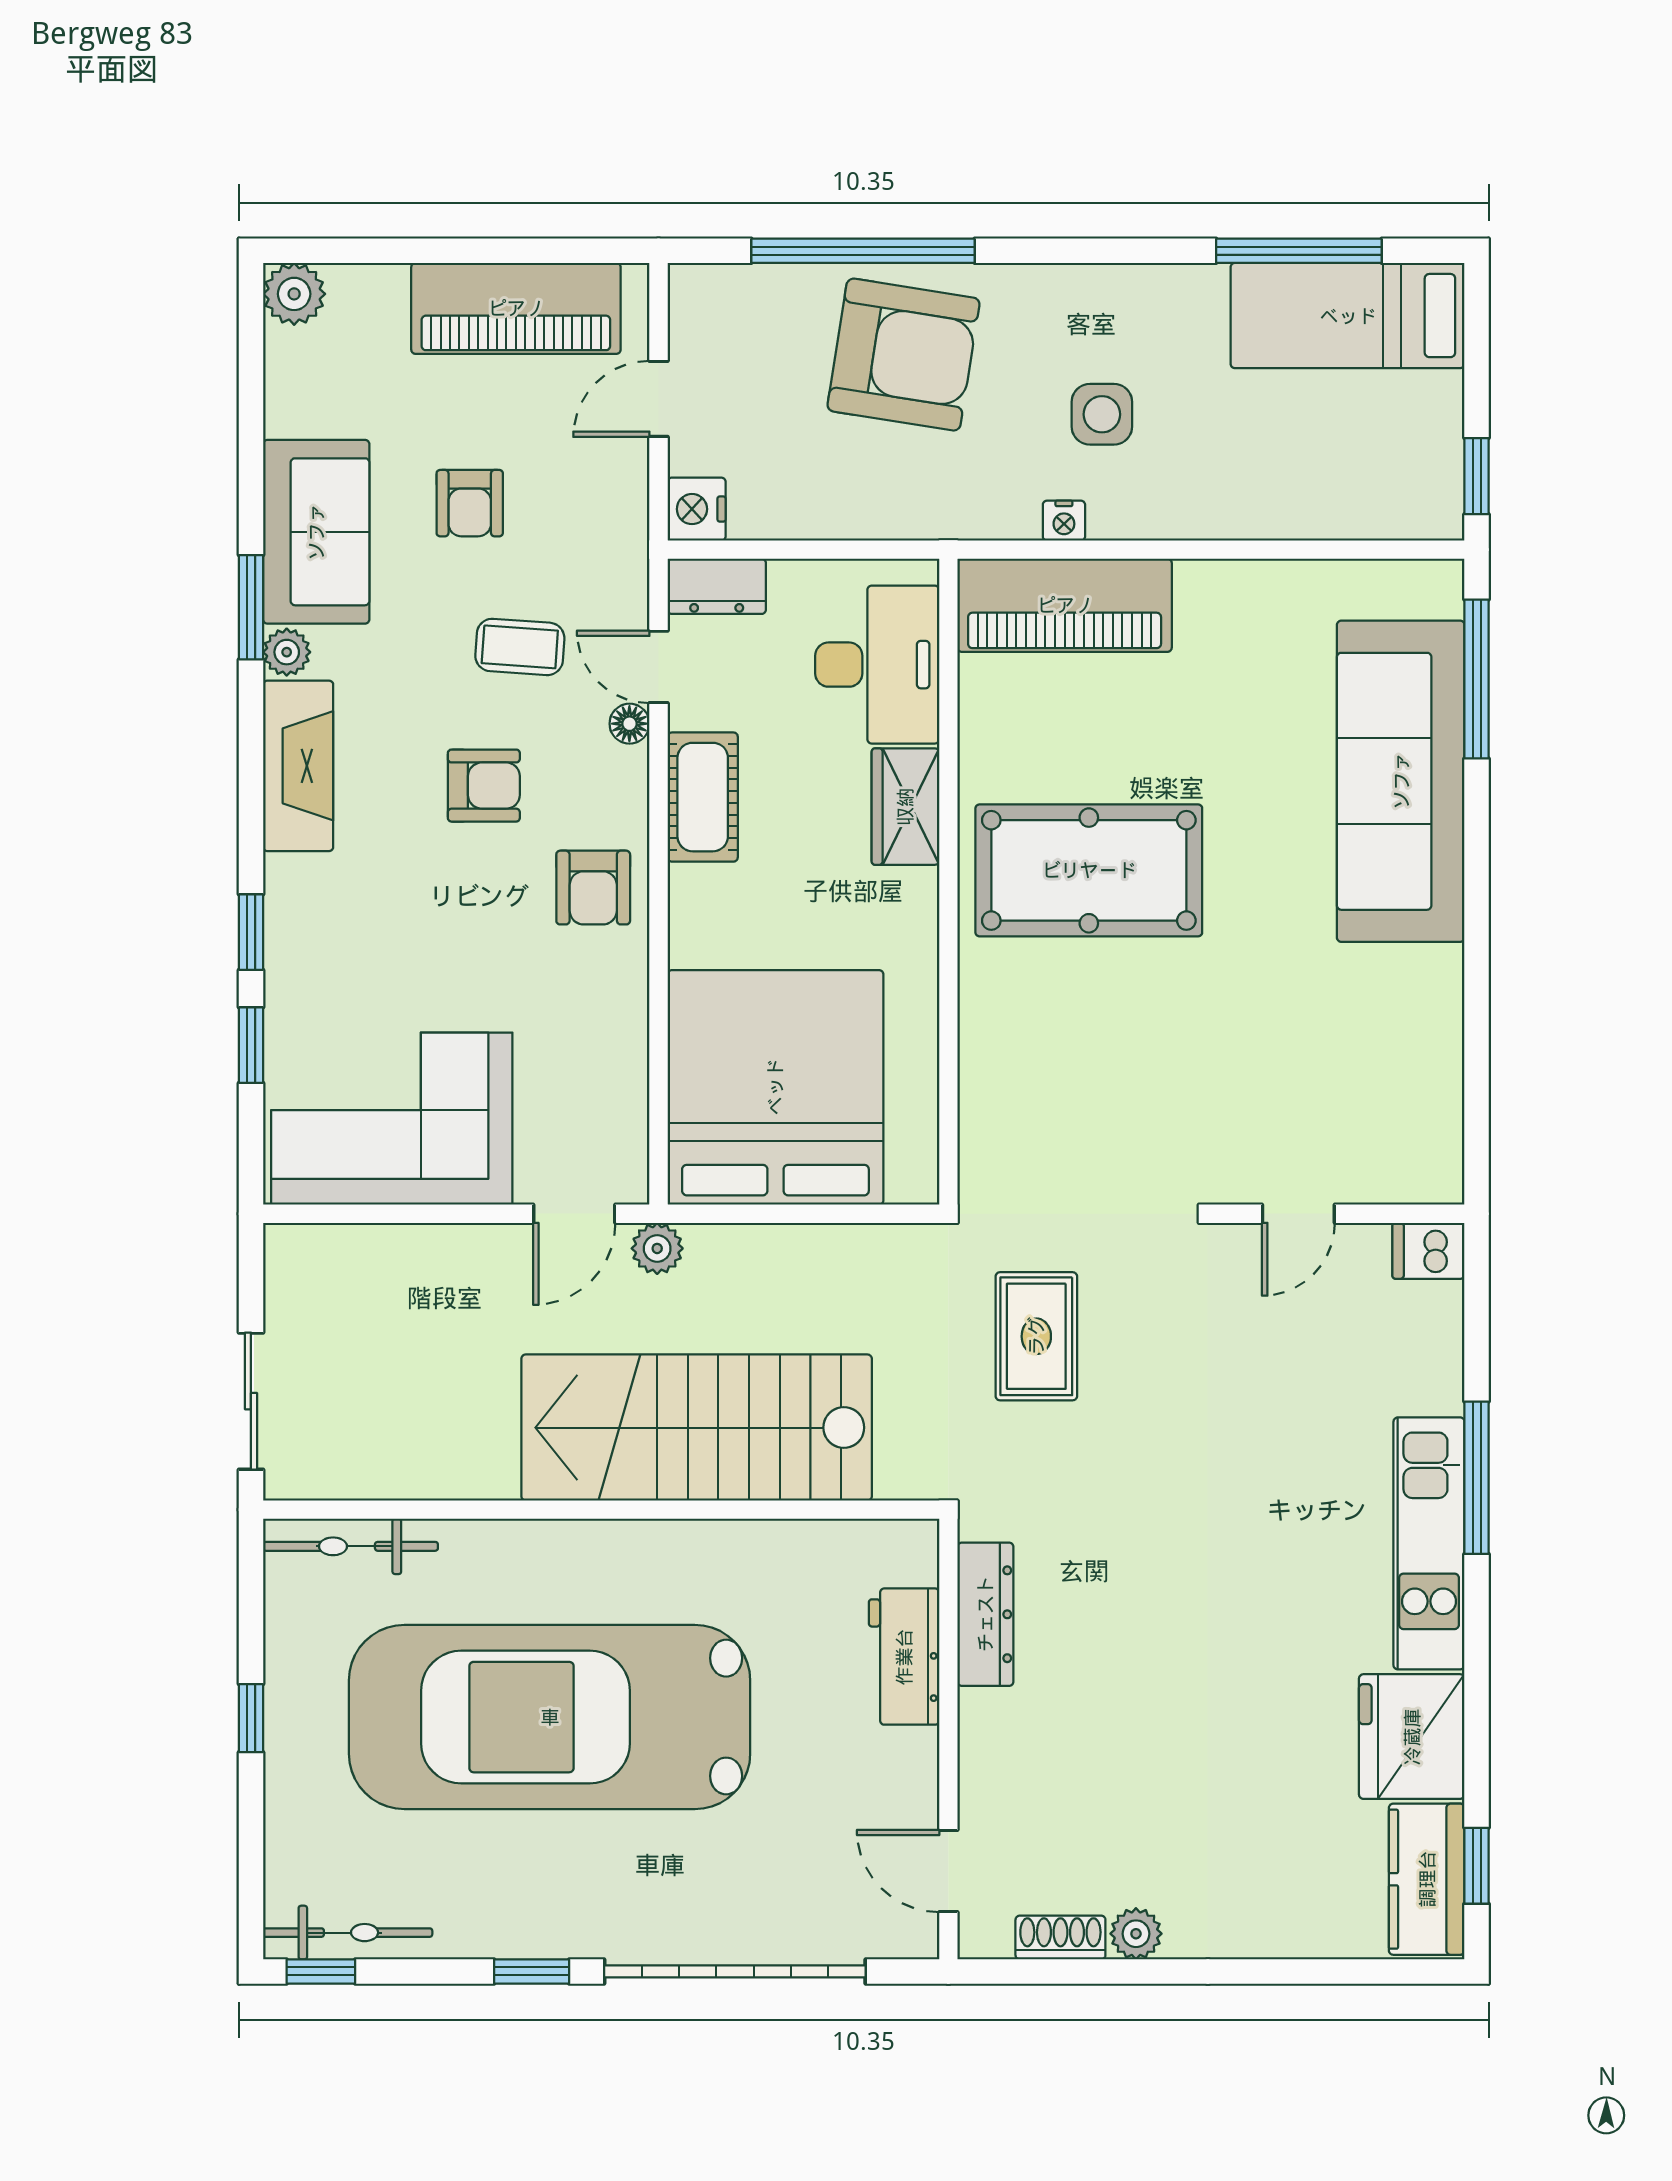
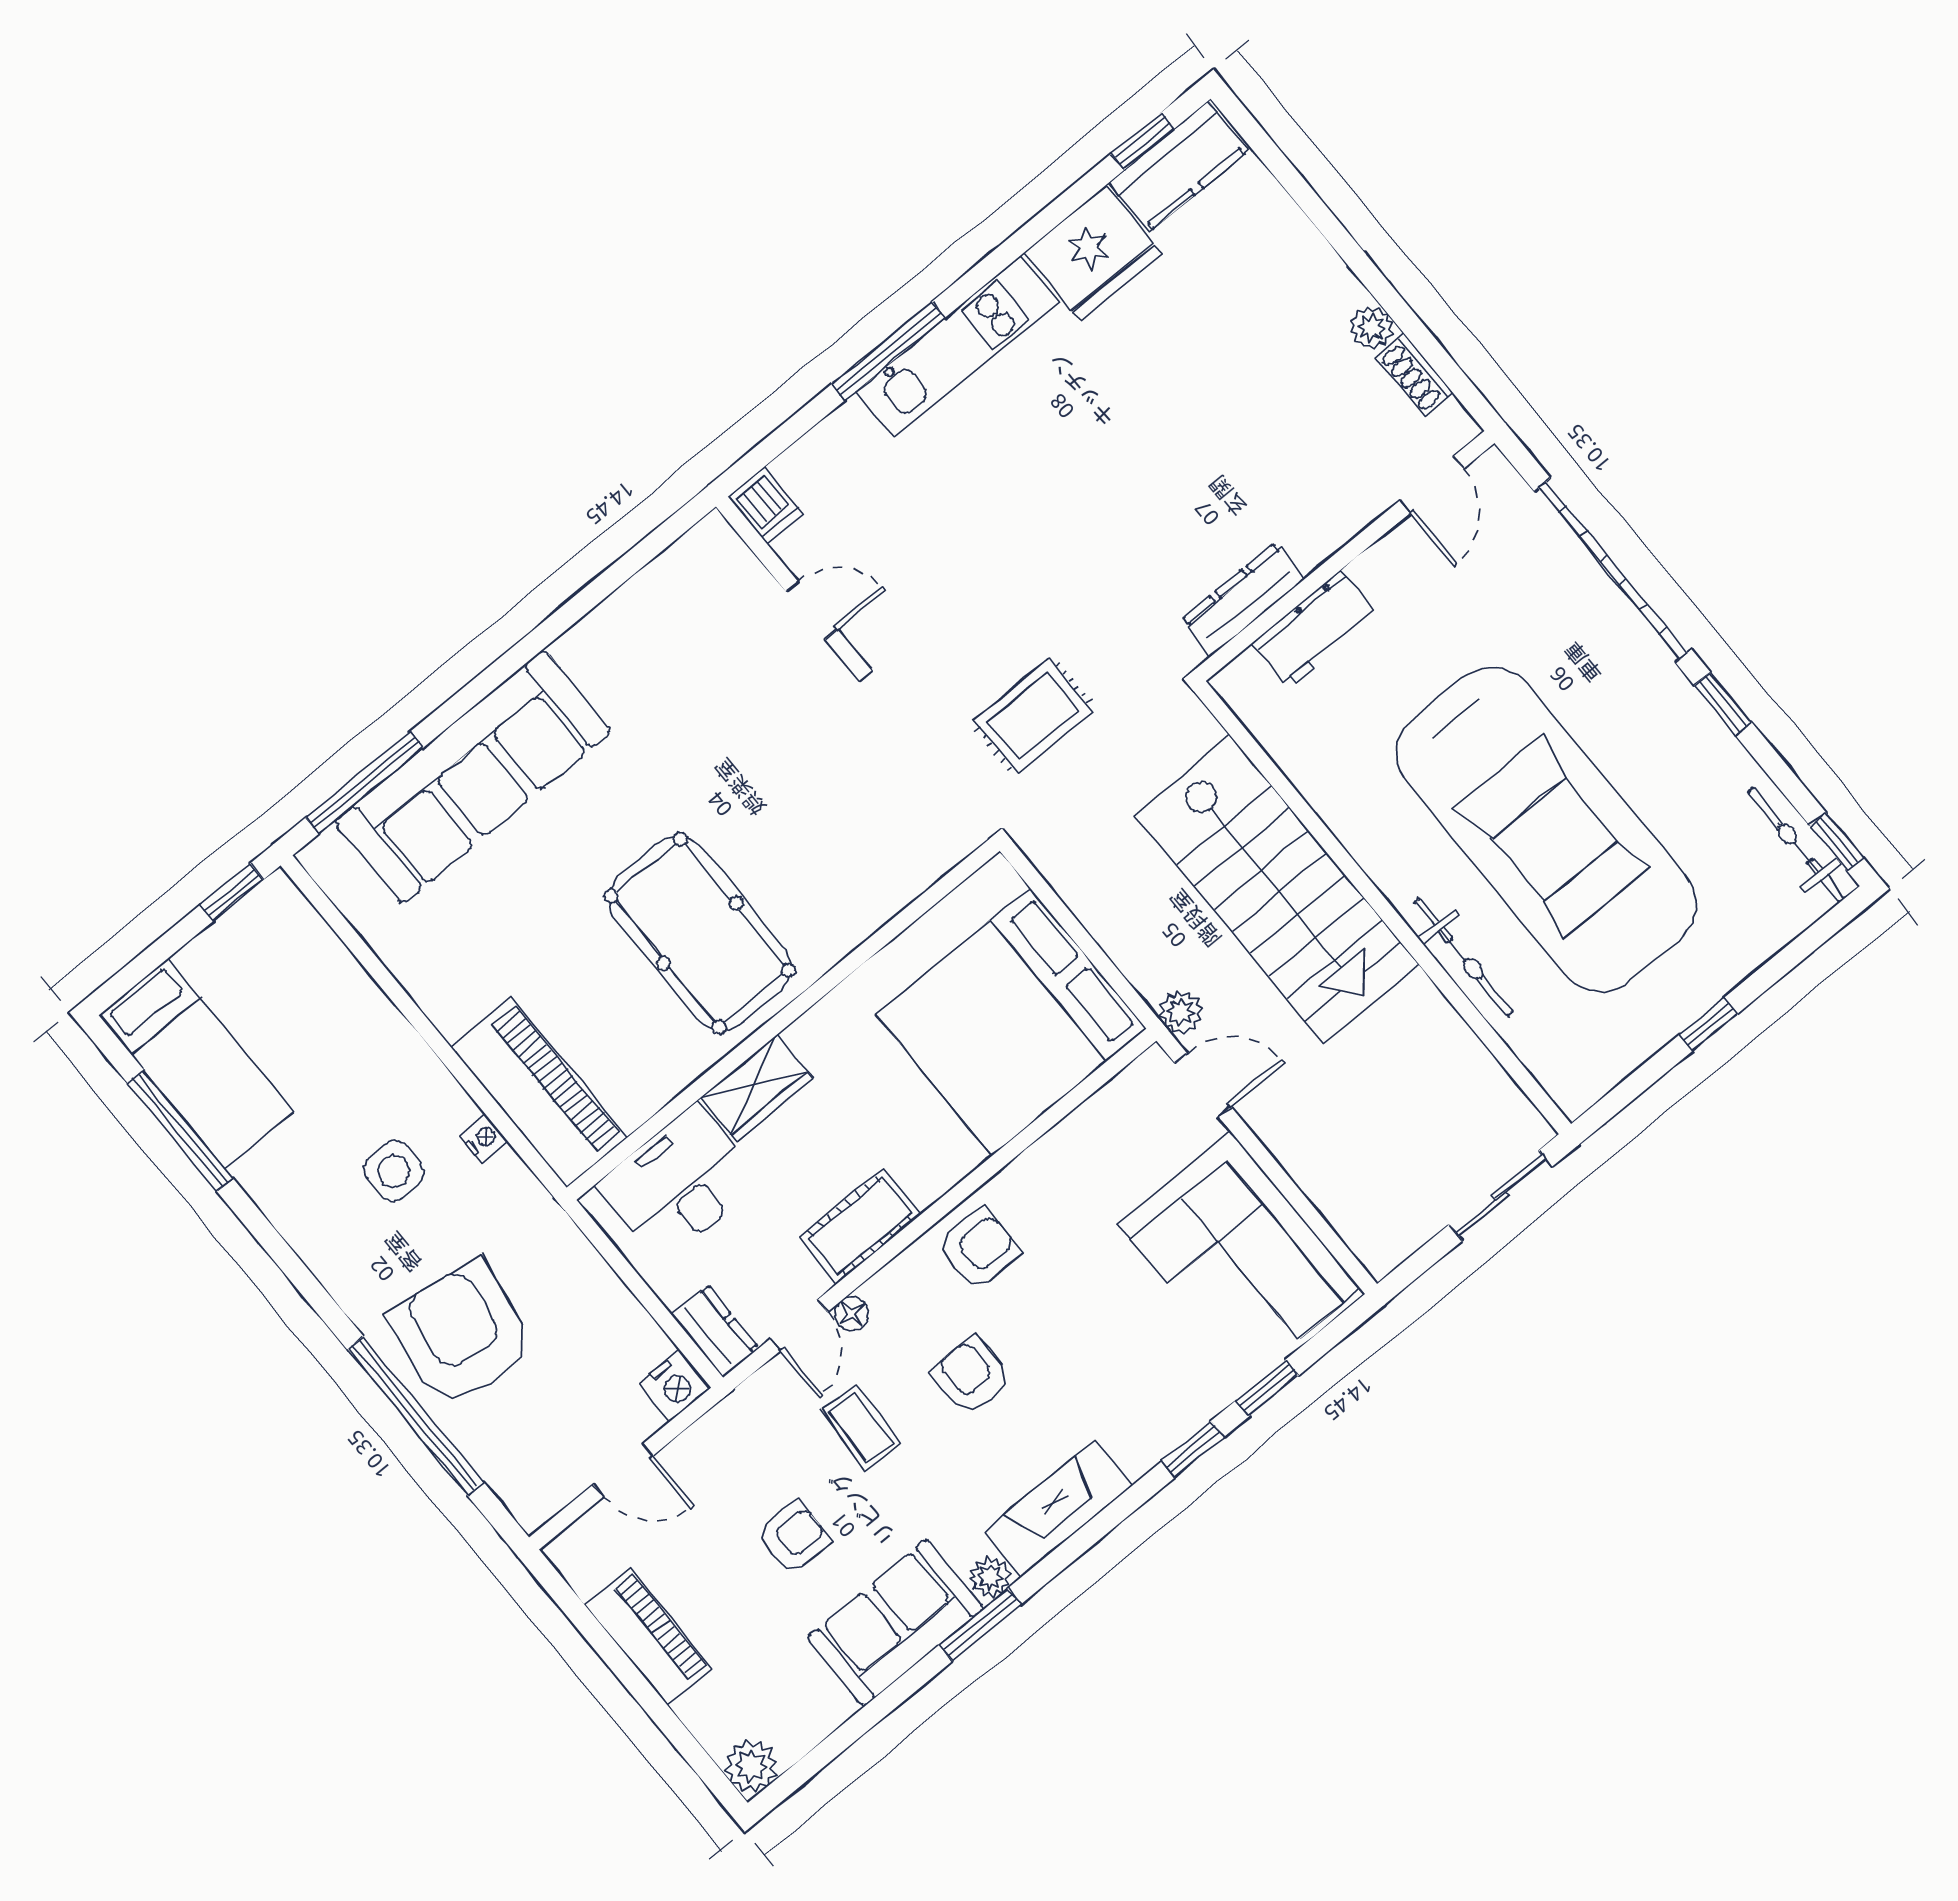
piano: (516, 308) -> (649, 1637), width x0.73, depth x0.75
bicycle: (350, 1546) -> (1464, 957), moved

